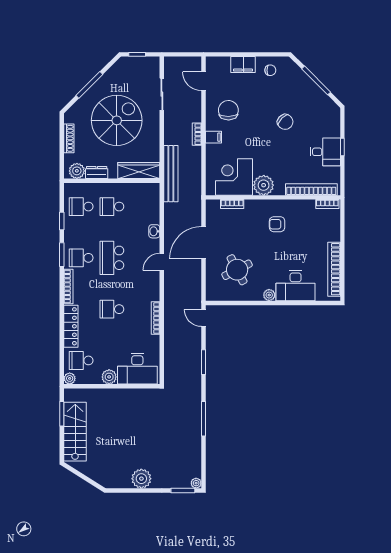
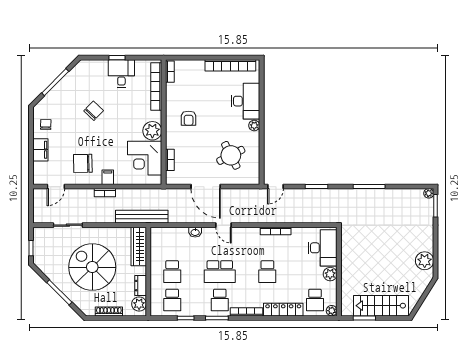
plant: (141, 479) -> (425, 261), moved

